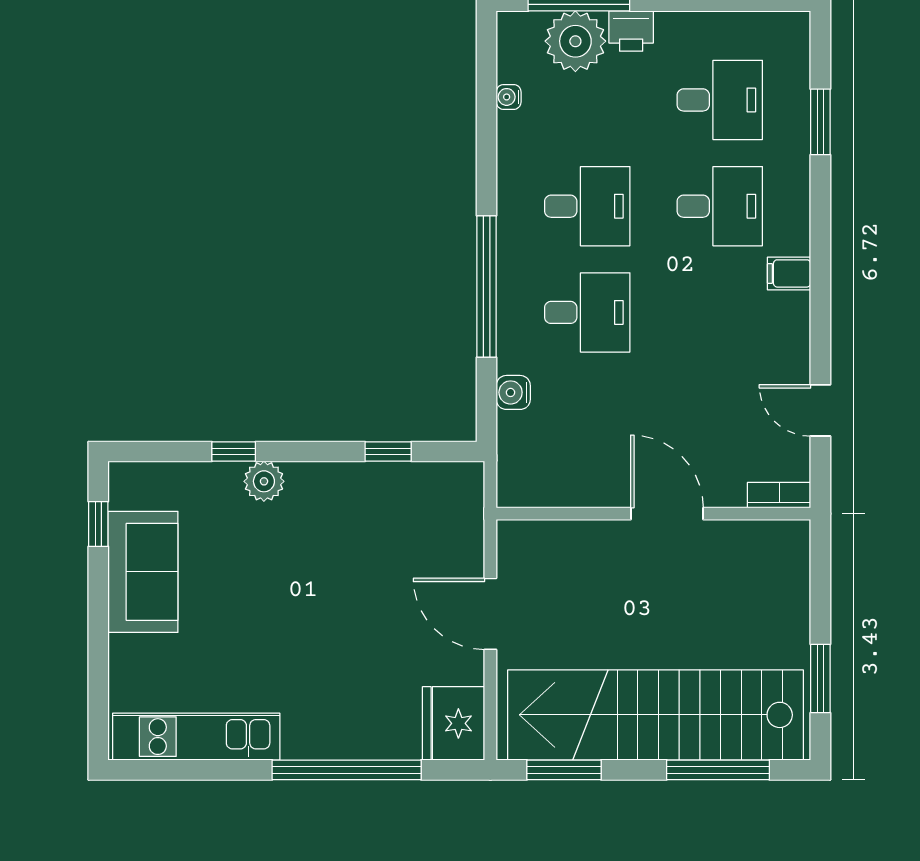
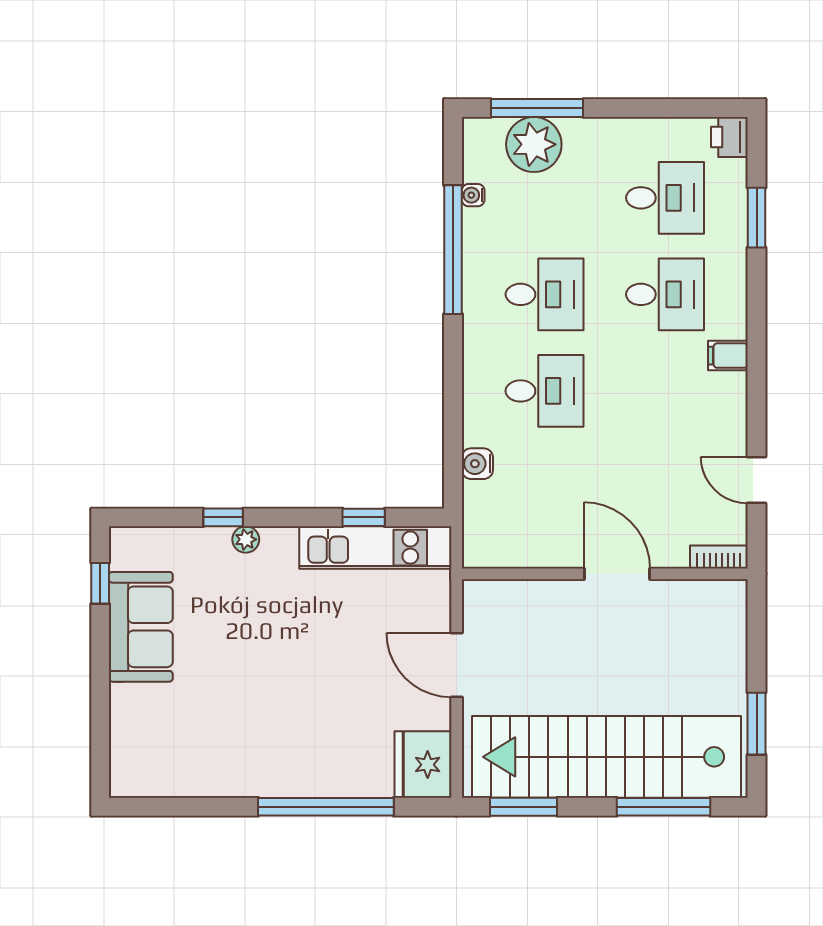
printer: (631, 31) -> (729, 137), moved, turned 90
window: (487, 287) -> (453, 250), moved
plant: (264, 481) -> (246, 539), width x0.73, depth x0.73
kitchen unit: (196, 737) -> (375, 548), moved, turned 180

